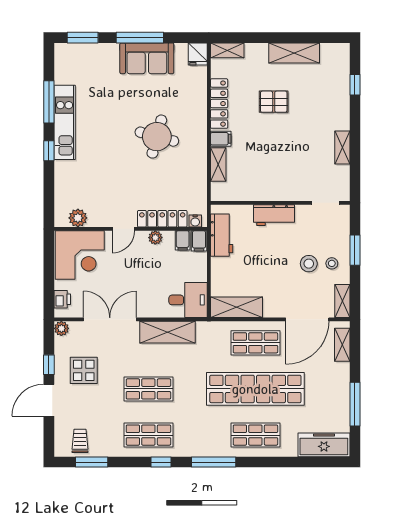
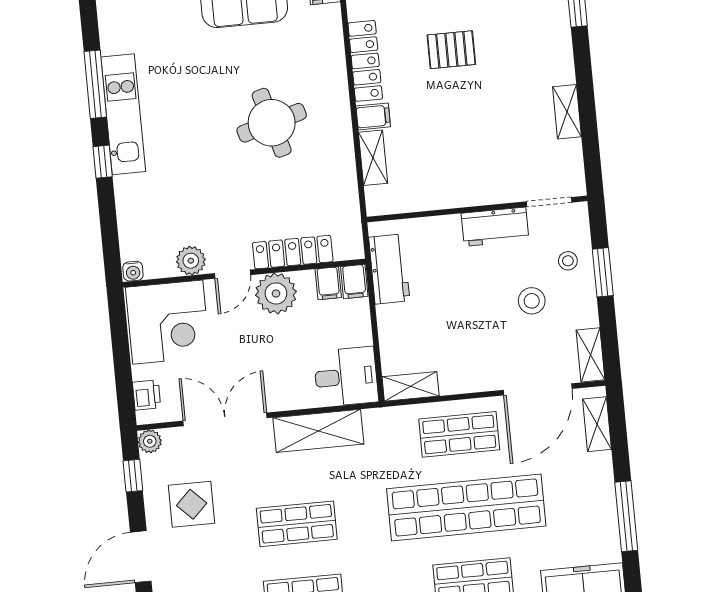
round table: (157, 137) -> (272, 123), turned -31
workbench: (274, 215) -> (495, 227), moved
plant: (78, 218) -> (191, 261), moved
water cooler: (195, 221) -> (133, 271), moved
plant: (155, 238) -> (276, 293), width x1.88, depth x1.88
stool: (332, 263) -> (568, 261), moved
shelving: (236, 307) -> (411, 386), width x0.67, depth x0.75
window: (49, 365) -> (133, 476), moved

